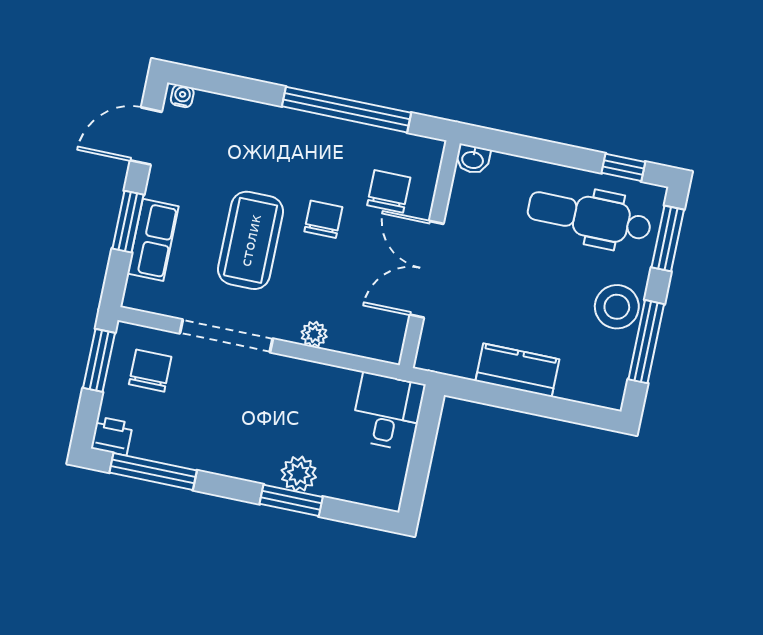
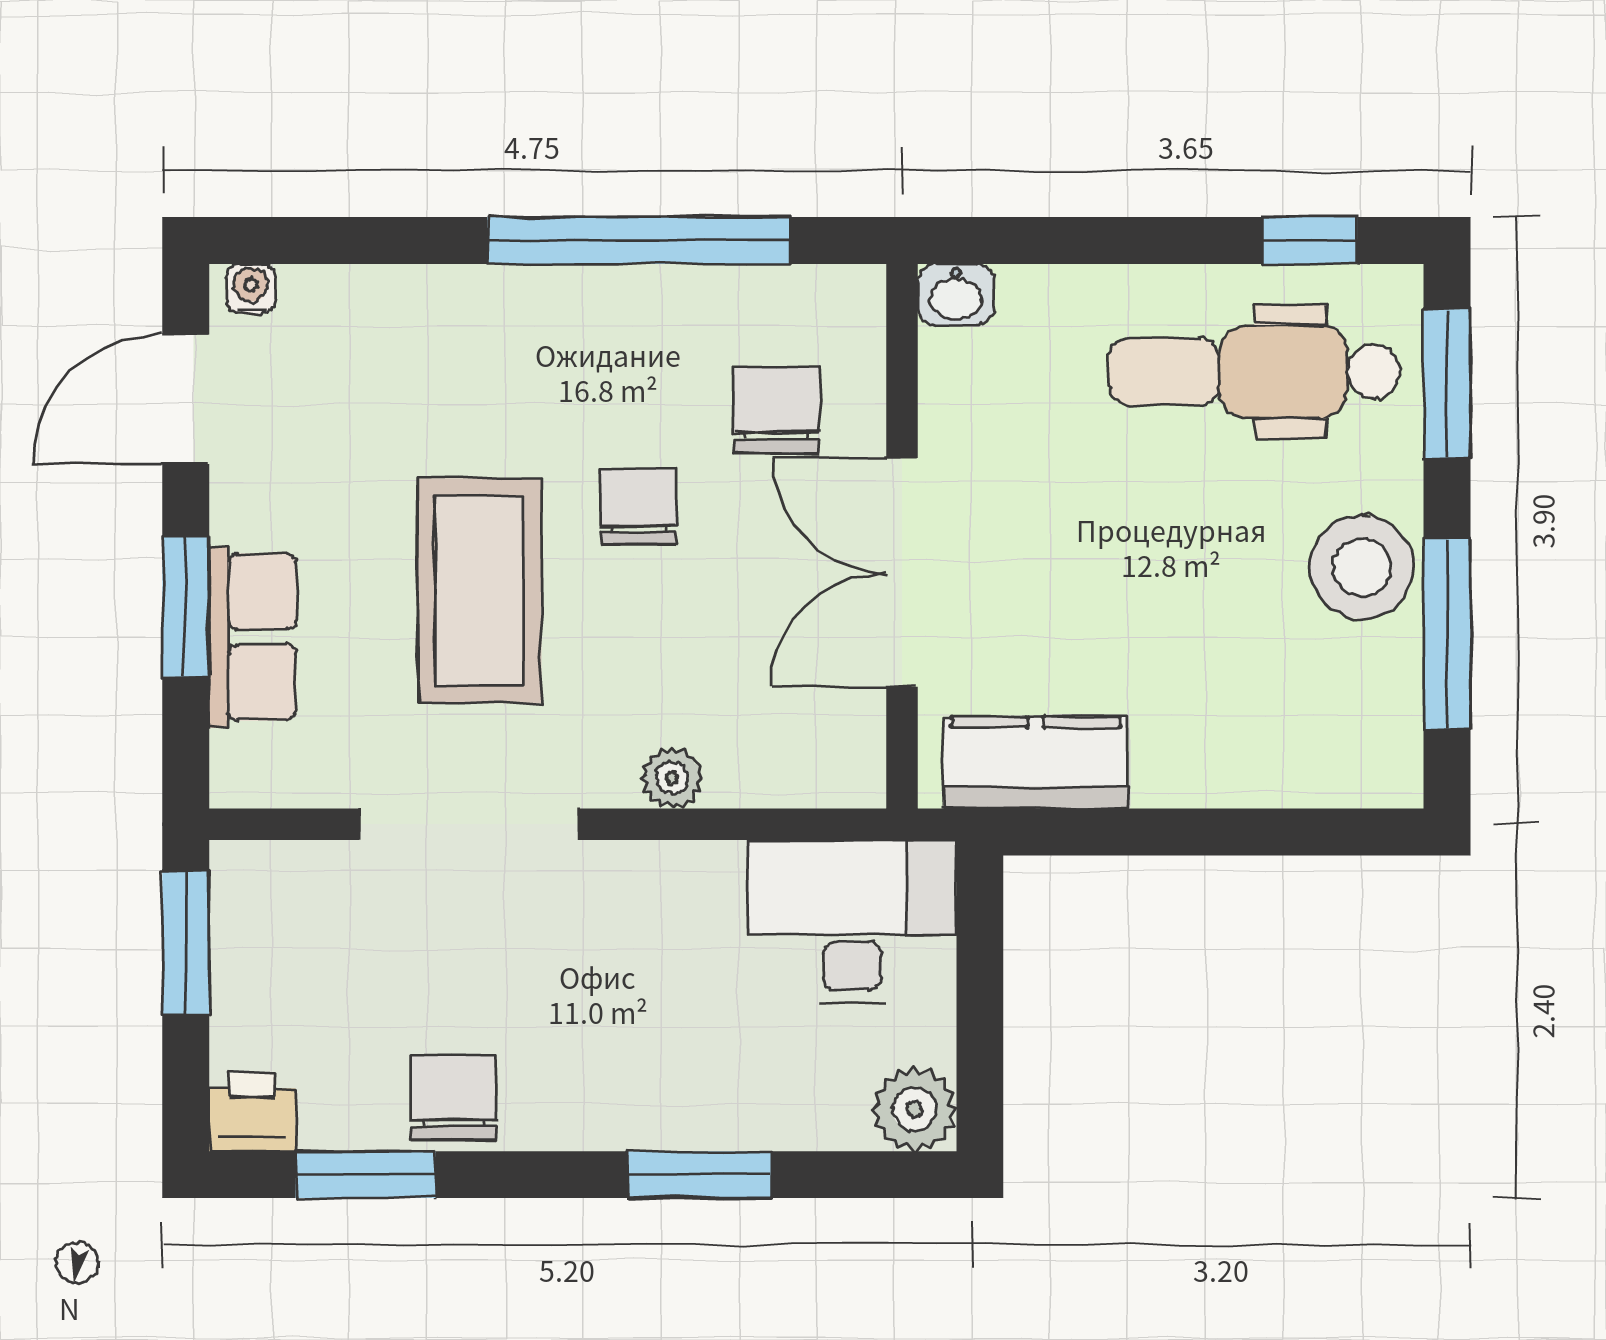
kitchen counter: (517, 370) -> (1036, 763), moved
chair: (150, 371) -> (453, 1098), moved
desk: (388, 412) -> (852, 922), width x1.37
window: (153, 472) -> (366, 1175), width x0.69
plant: (299, 474) -> (914, 1109), moved

